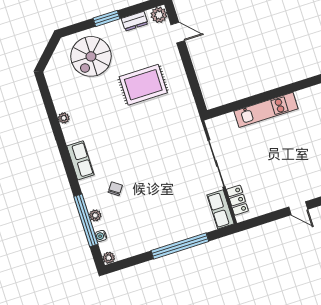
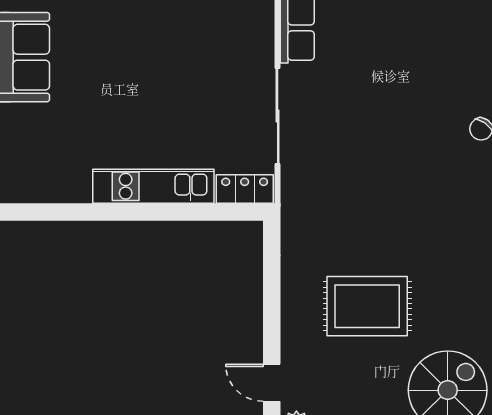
locker: (237, 200) -> (245, 189), moved, turned 90

